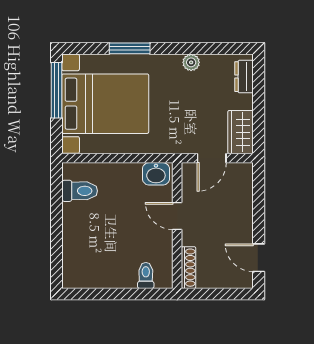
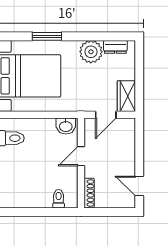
plant: (191, 62) -> (91, 52), width x1.88, depth x1.88
dresser: (244, 77) -> (115, 47), moved, turned -90
door: (177, 216) -> (81, 156), hinge flipped

